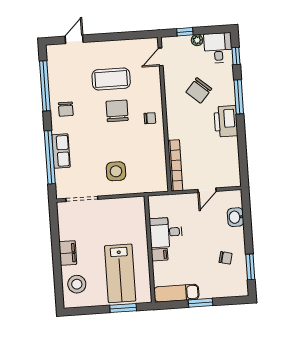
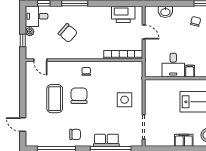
chair: (117, 111) -> (79, 96), turned 90
printer: (226, 121) -> (123, 14), moved

